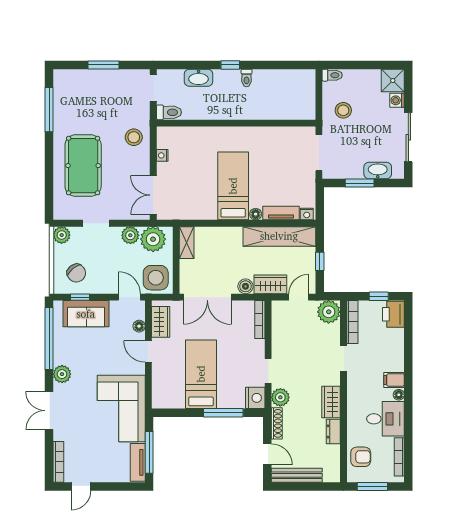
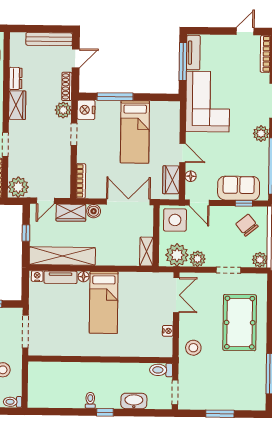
door: (267, 454) -> (76, 58), swing flipped

